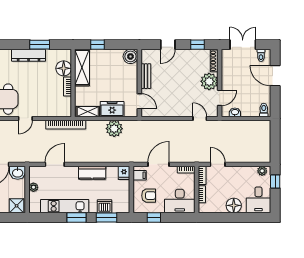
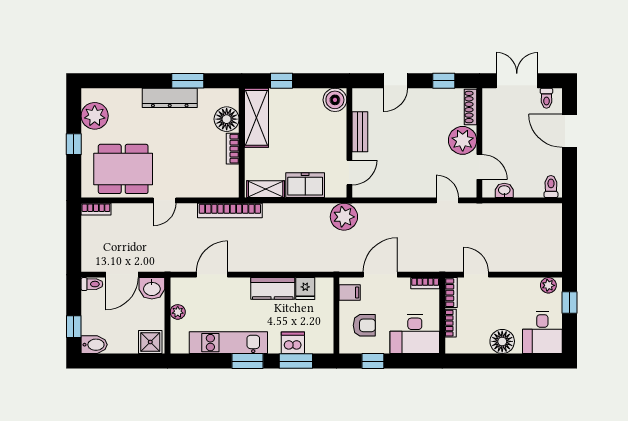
door: (220, 98) -> (479, 167), hinge flipped
door: (139, 101) -> (349, 172), hinge flipped
plant: (114, 129) -> (344, 217), moved
fridge: (124, 173) -> (305, 289), moved

